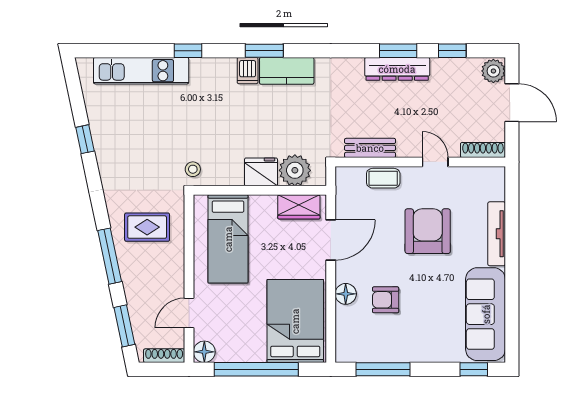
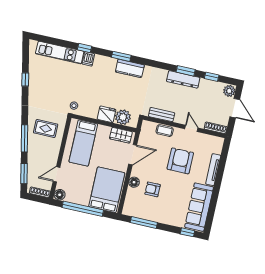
dishwasher: (248, 71) -> (88, 59), moved

